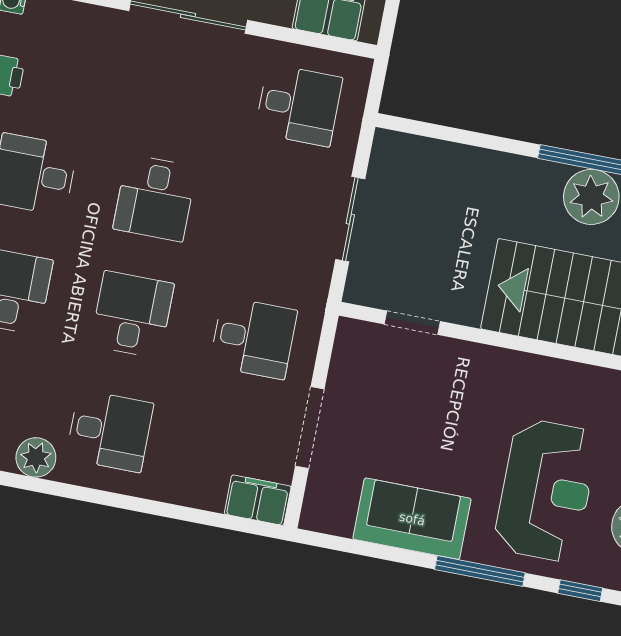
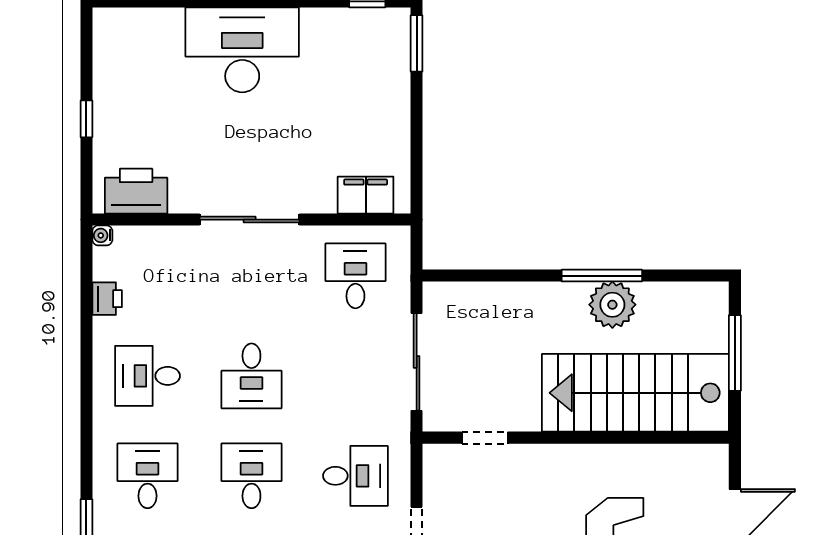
desk: (299, 105) -> (355, 276), turned -90
sliding door: (350, 219) -> (417, 362), width x1.37

